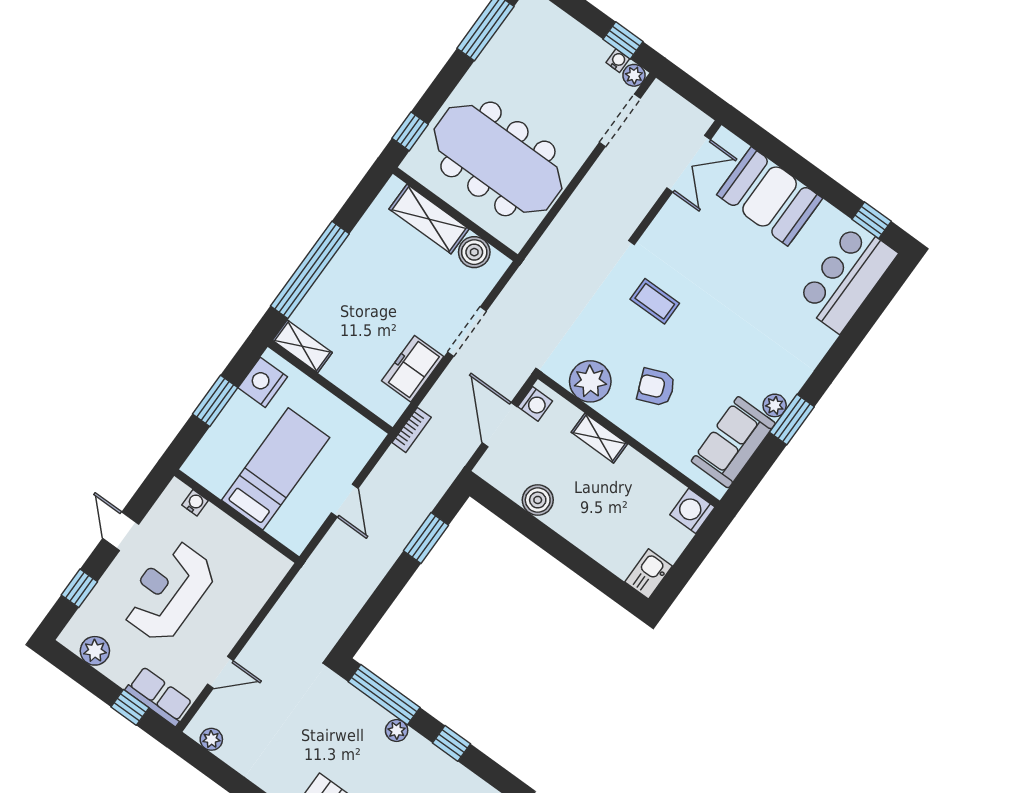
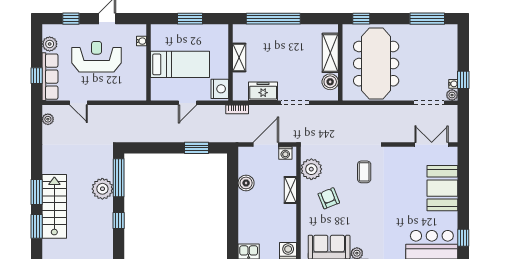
double door: (689, 164) -> (432, 144), swing flipped
shelving: (302, 346) -> (239, 58), moved
nightstand: (263, 382) -> (220, 89), moved, turned 90
row of seats: (159, 696) -> (50, 77), width x1.48
plant: (397, 730) -> (102, 189), width x1.87, depth x1.87

